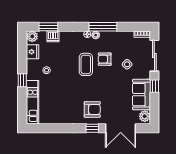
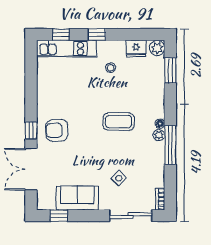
dishwasher: (53, 36) -> (157, 77), removed
armchair: (105, 59) -> (126, 147), removed
window: (154, 86) -> (59, 216), moved
window: (22, 106) -> (61, 34), added
armchair: (92, 109) -> (57, 130), turned 90
plant: (145, 116) -> (47, 202), removed

